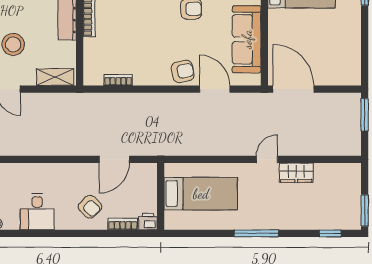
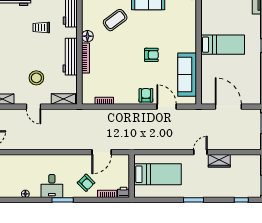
armchair: (183, 71) -> (146, 95), turned -78
door: (293, 89) -> (228, 107), moved
window: (54, 233) -> (63, 200), added
window: (256, 233) -> (193, 200), width x0.69

